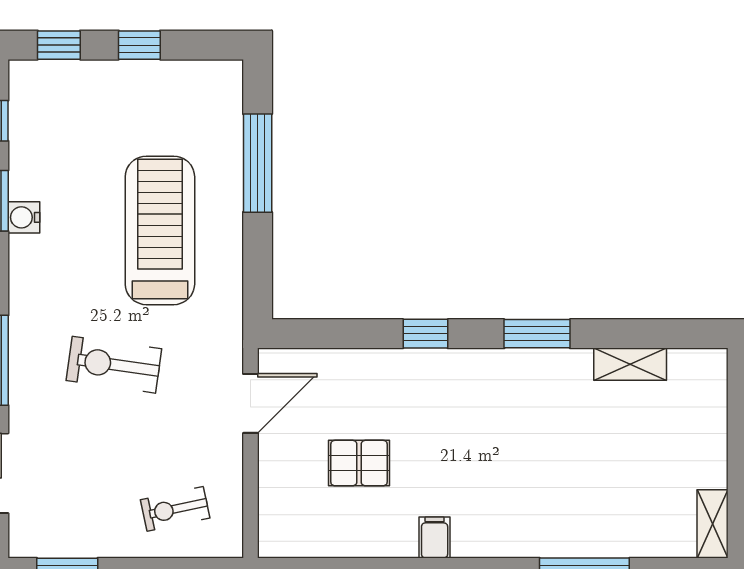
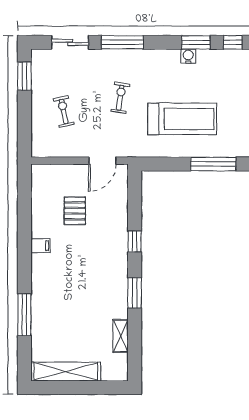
exercise bike: (114, 365) -> (120, 98), width x0.73, depth x0.72
door: (250, 403) -> (102, 161), hinge flipped
exercise bike: (175, 509) -> (64, 111), moved
shelving: (712, 524) -> (66, 372), width x2.20, depth x1.33

